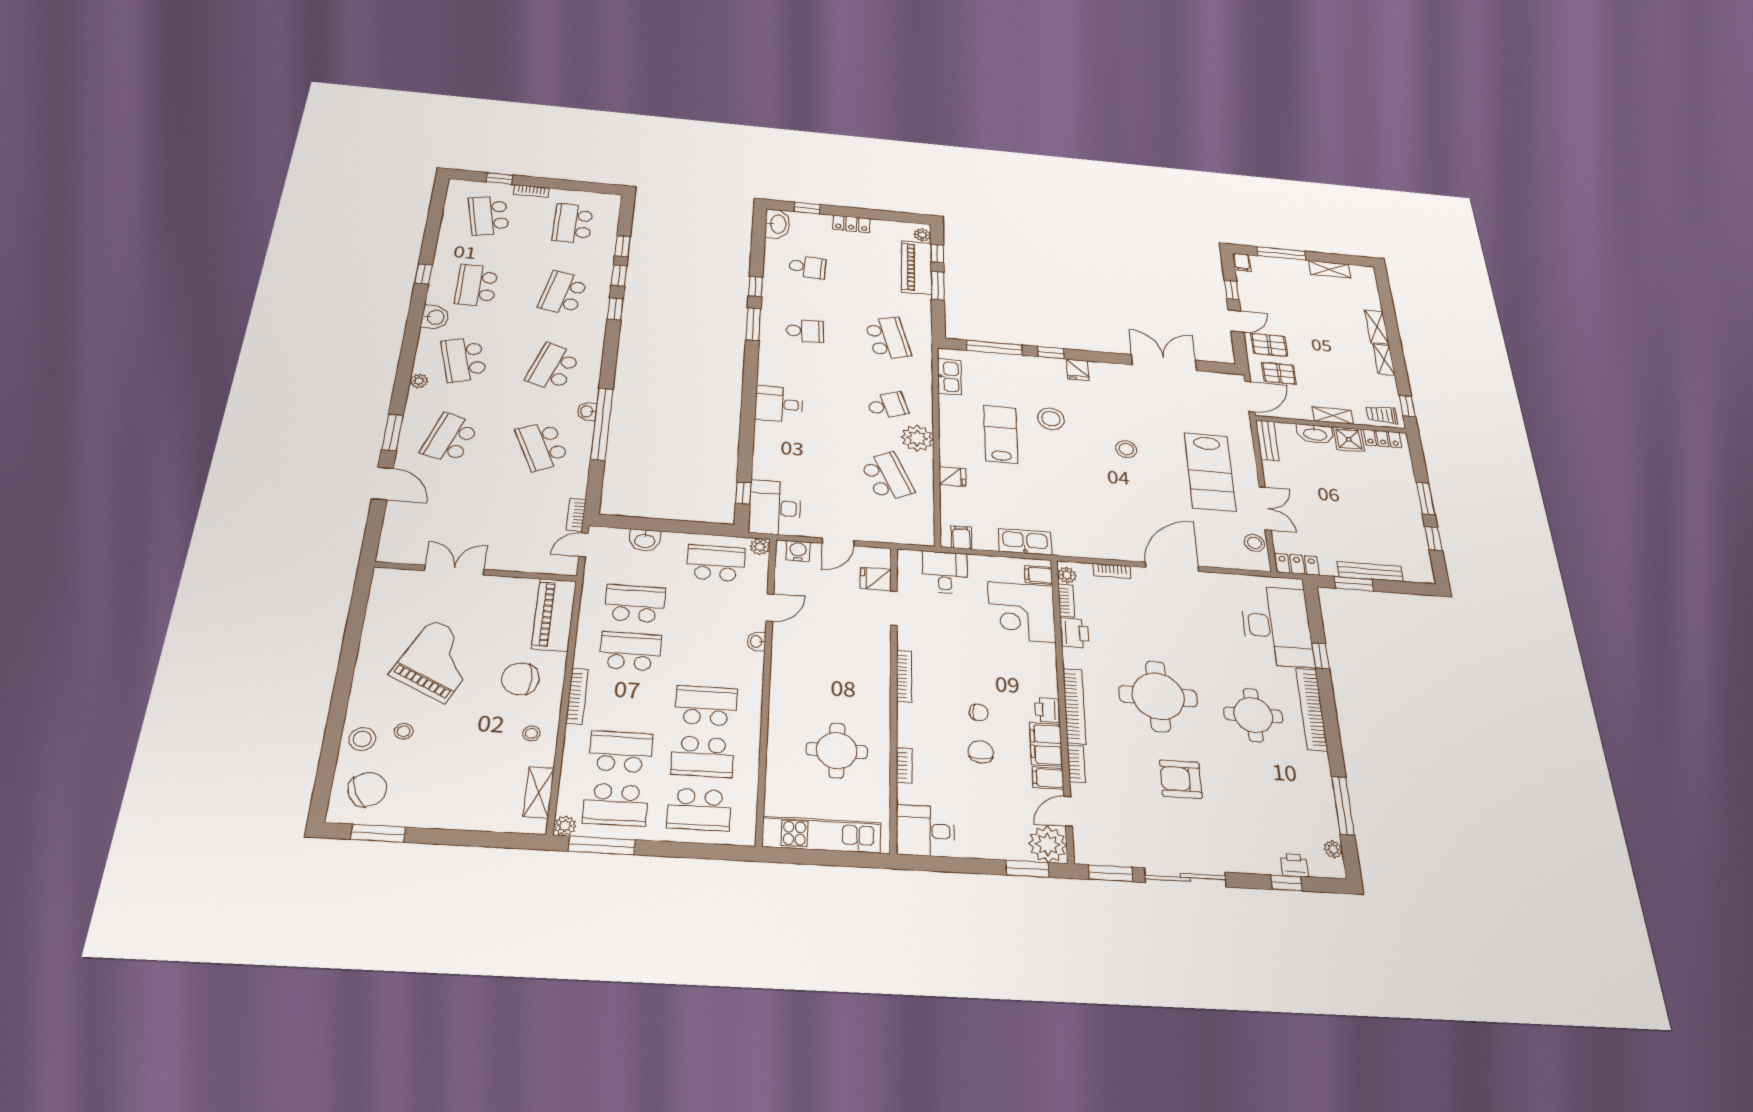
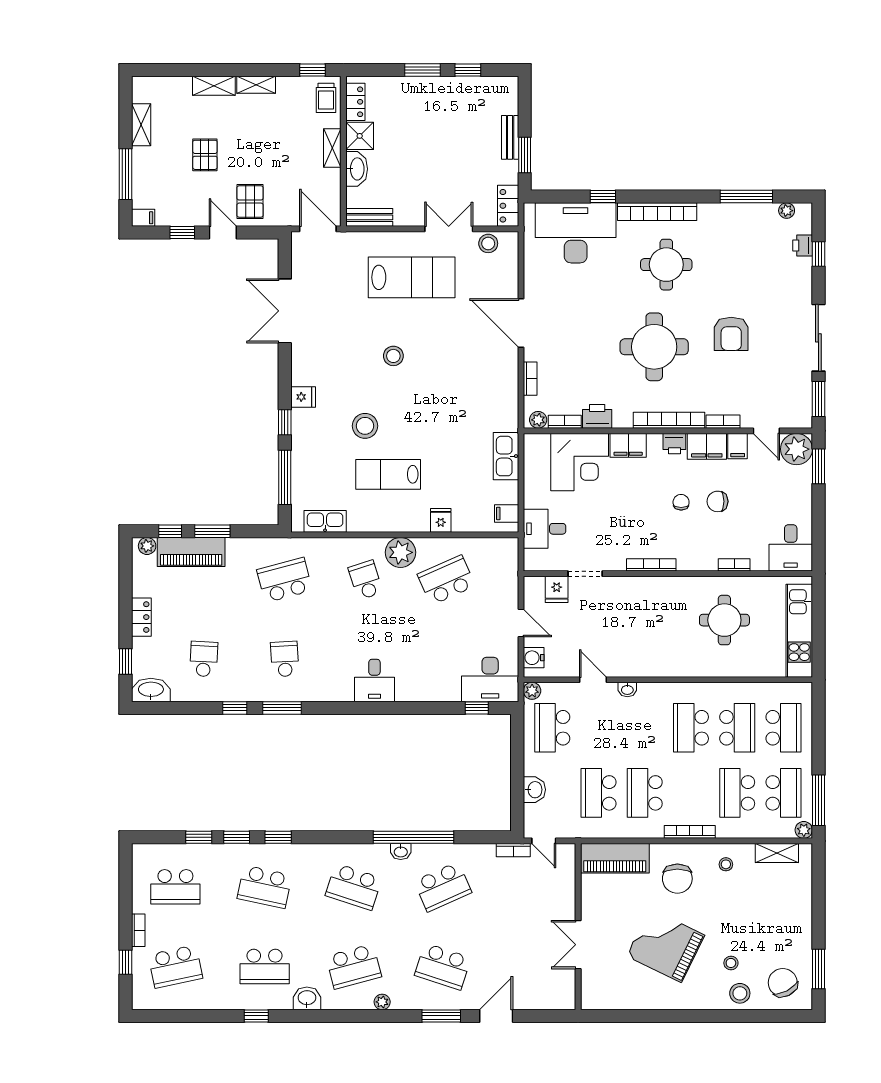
pallet: (1279, 373) -> (205, 155), moved
bench: (1370, 572) -> (510, 137), width x0.73
filing cabinet: (1039, 575) -> (628, 445), moved, width x2.00

